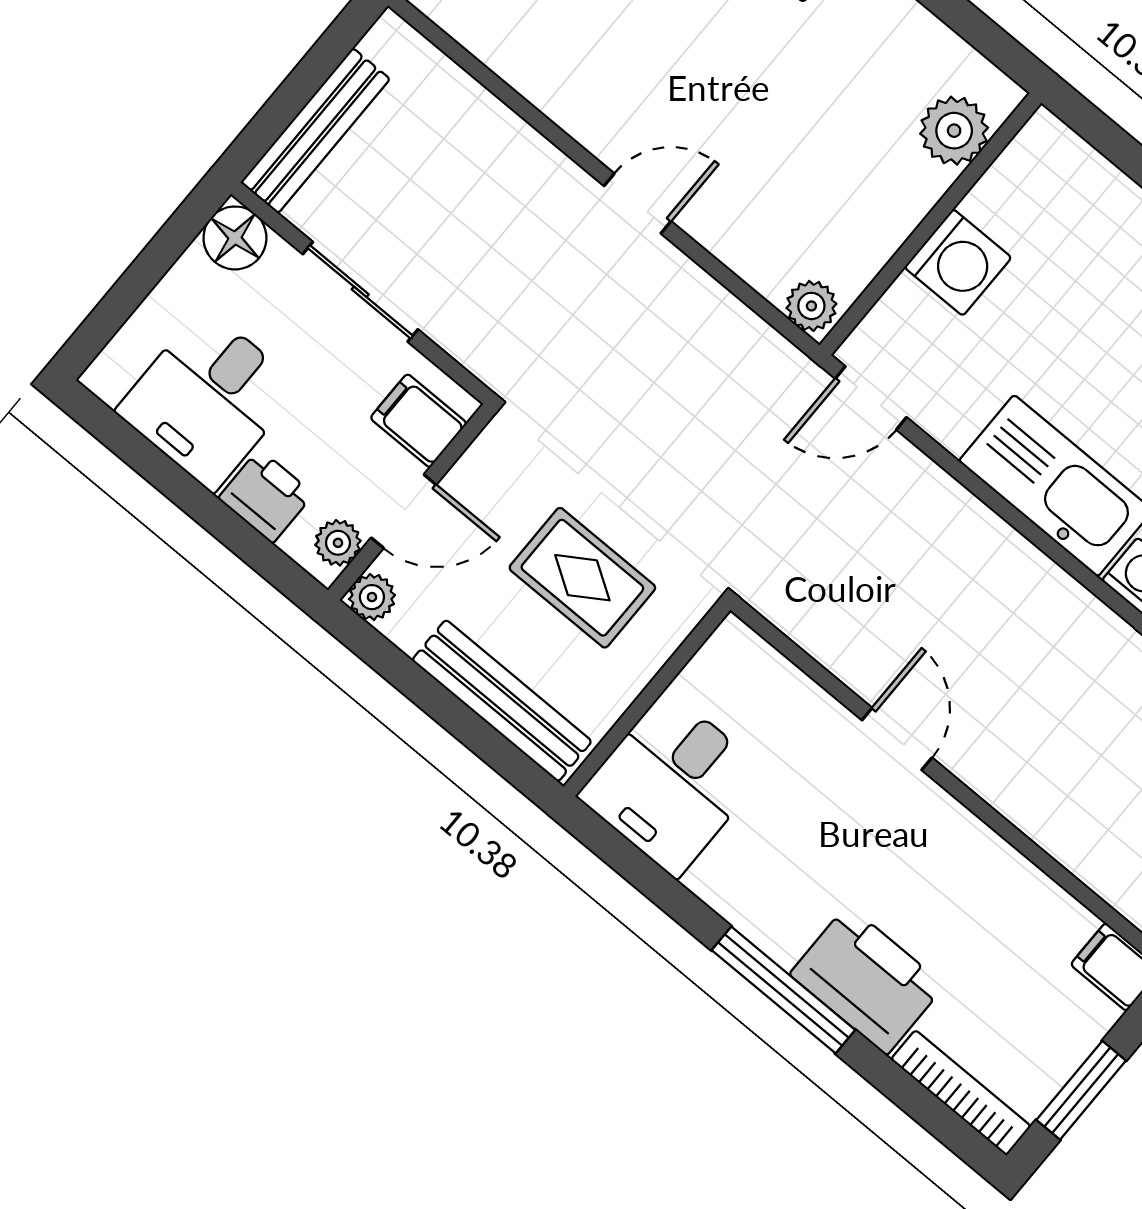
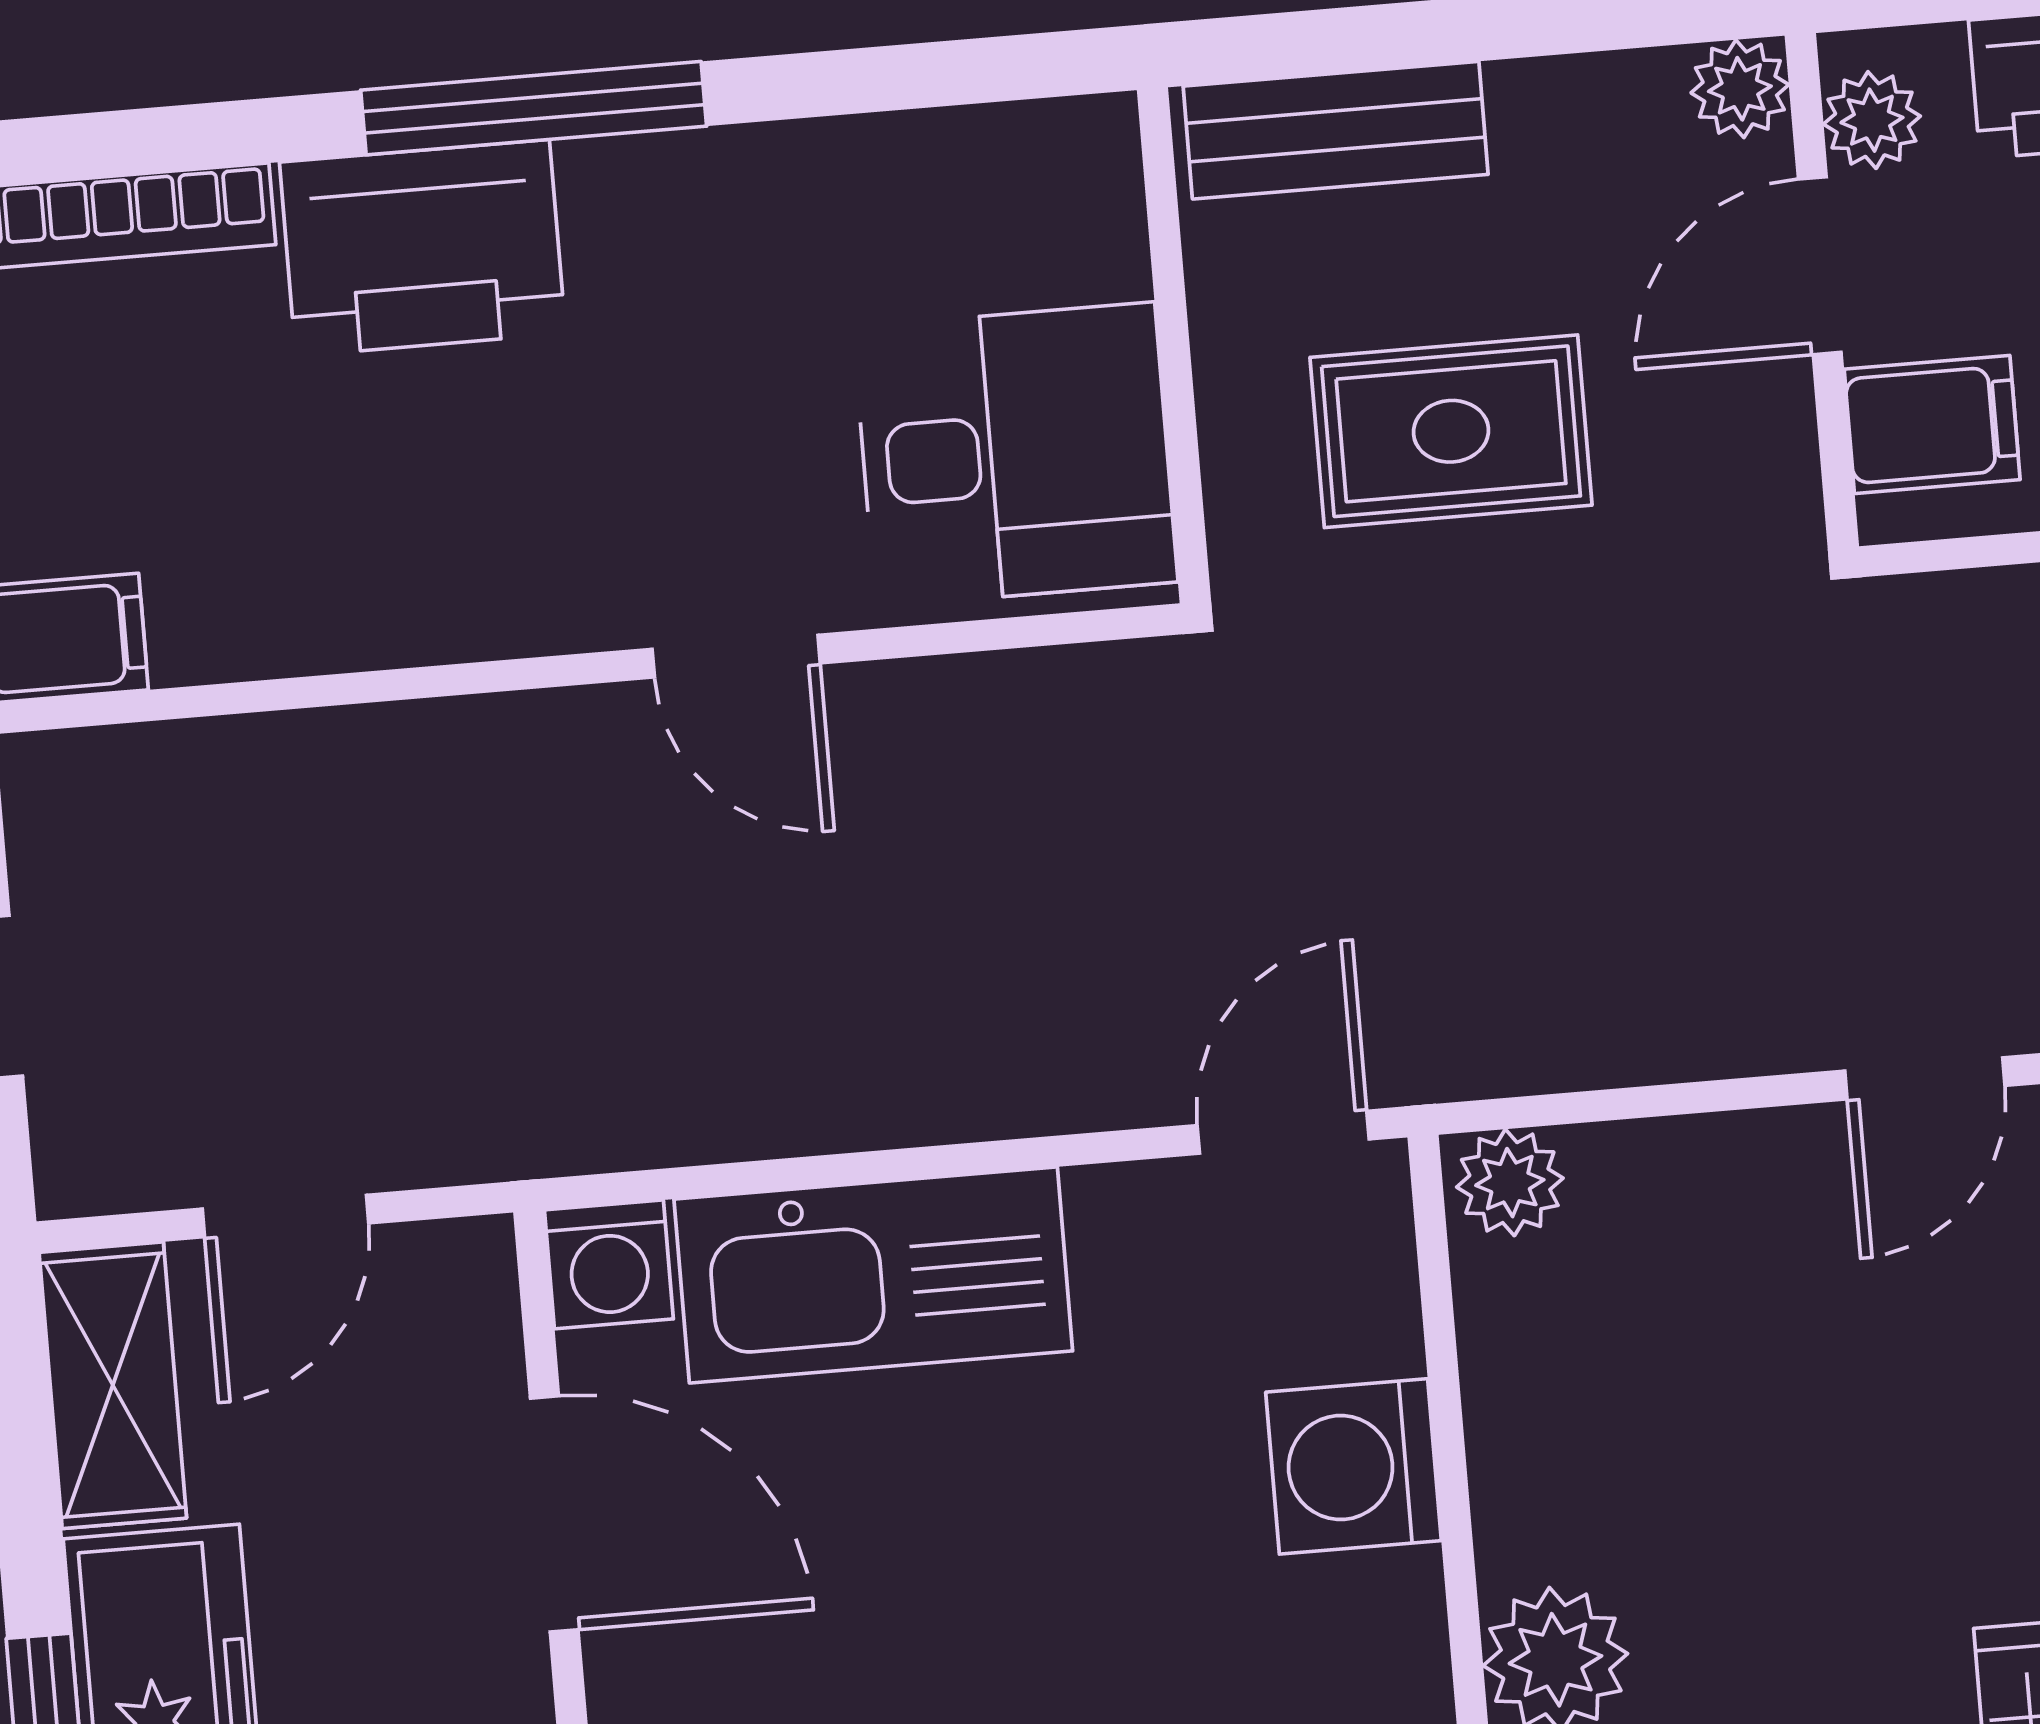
bench: (502, 701) -> (1336, 130), width x0.73
desk: (672, 784) -> (1015, 454), moved, turned 90

